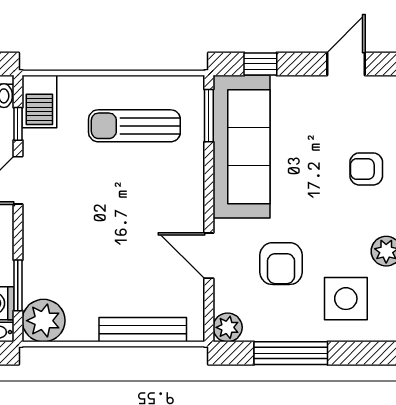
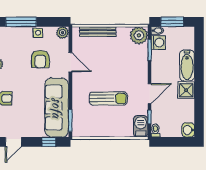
sun lounger: (134, 126) -> (108, 98), moved
armchair: (281, 264) -> (40, 59), turned 180
side table: (346, 299) -> (38, 33), moved, width x0.54, depth x0.54
window: (291, 353) -> (21, 22), moved

